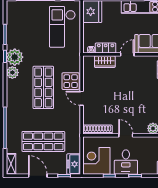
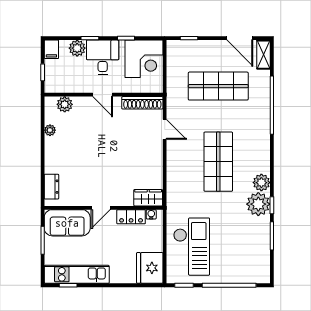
wardrobe: (105, 62) -> (148, 198), moved
display table: (71, 81) -> (180, 171), removed
door: (82, 98) -> (165, 129), moved
freezer: (74, 164) -> (176, 54), removed
plant: (144, 169) -> (77, 48), added
door: (38, 176) -> (240, 38), moved

